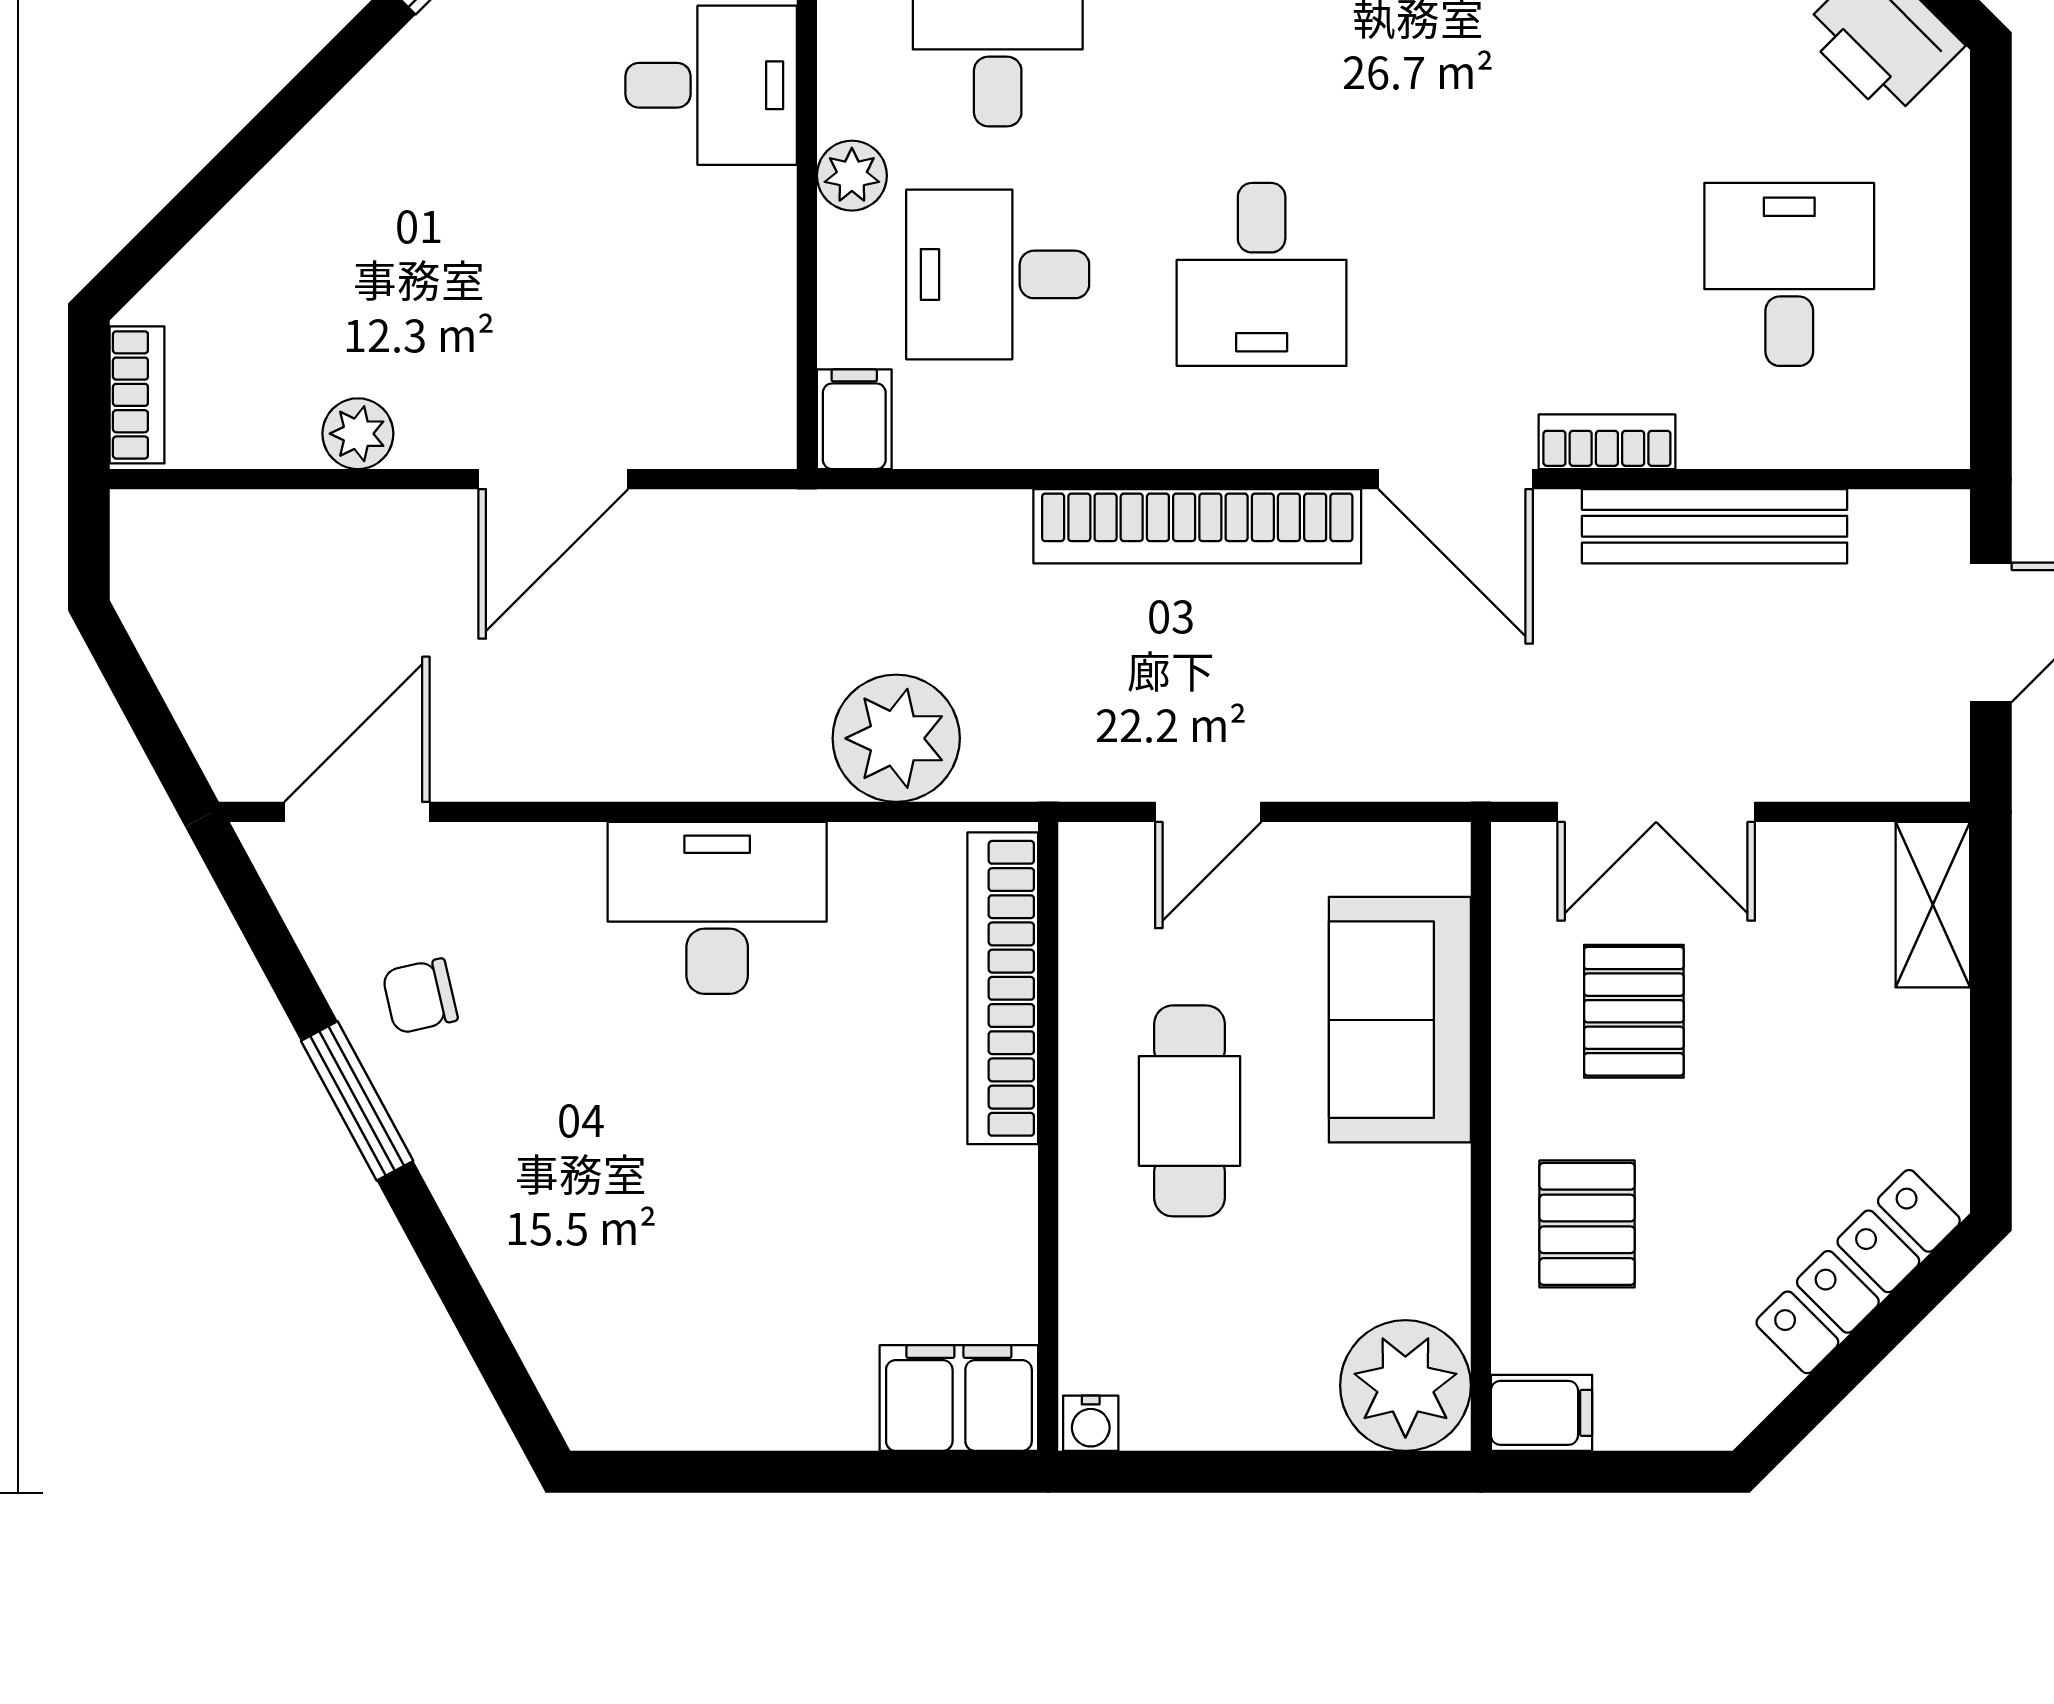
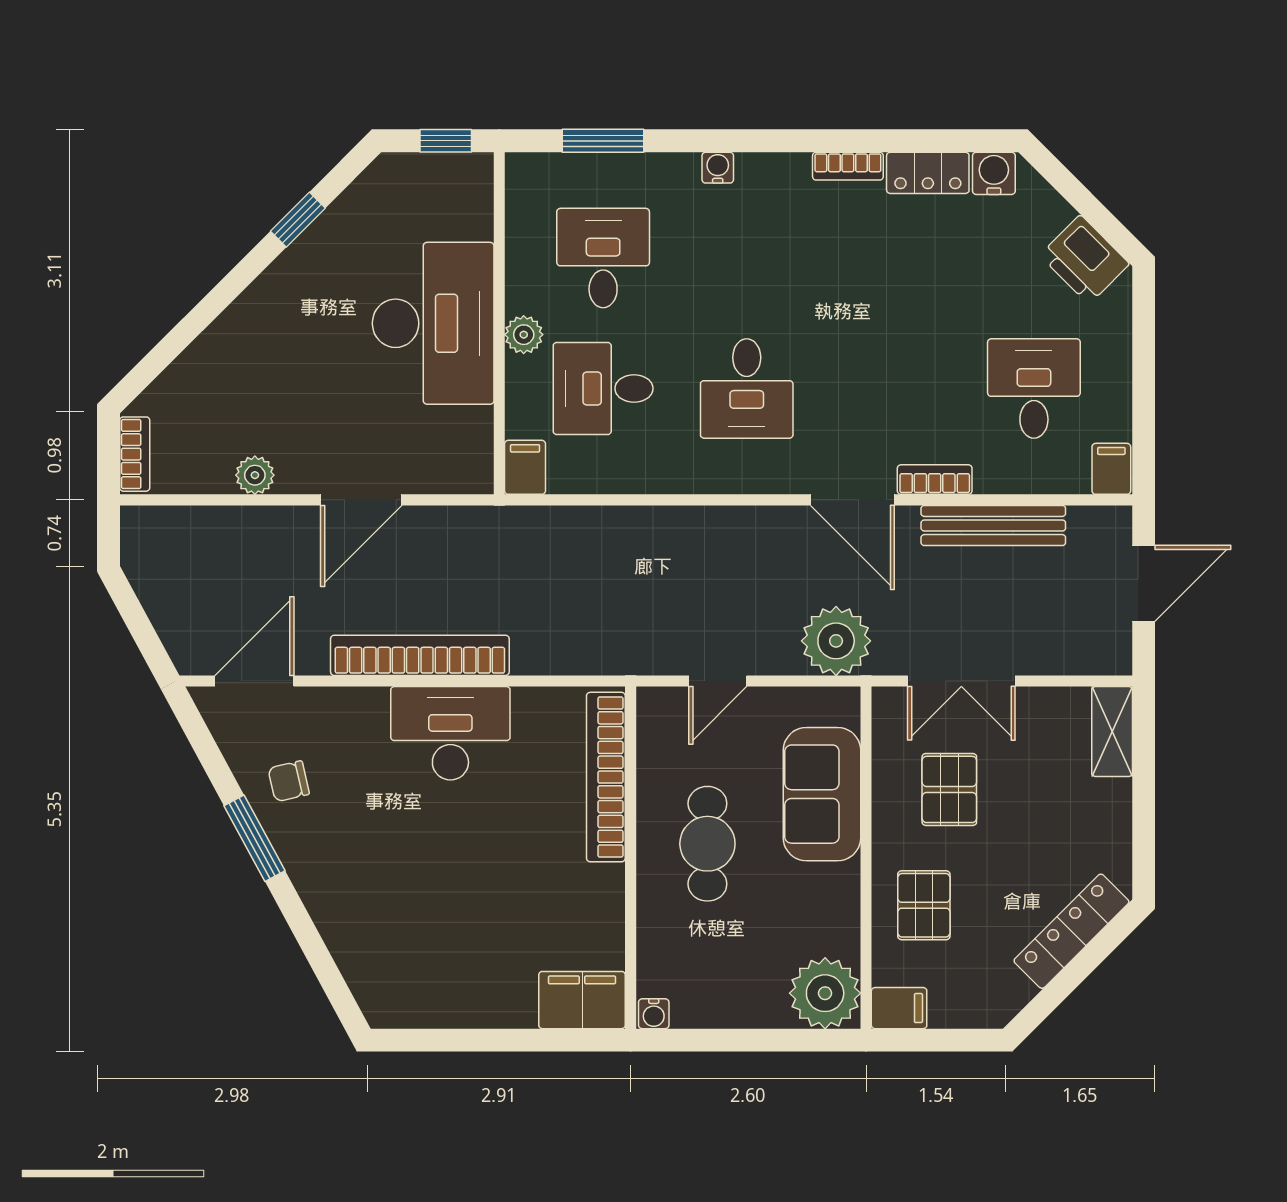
desk: (711, 85) -> (433, 323), width x1.87, depth x1.30
filing cabinet: (1932, 422) -> (1111, 469), added
bookcase: (1197, 526) -> (420, 655), moved, turned 180
plant: (896, 738) -> (836, 641), moved

